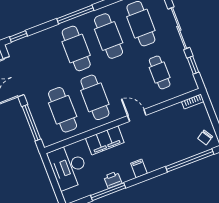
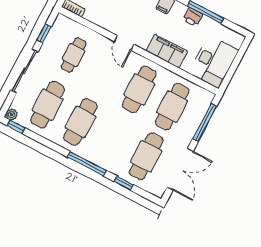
window: (18, 36) -> (124, 183), moved
cafe table: (76, 48) -> (146, 156), moved

